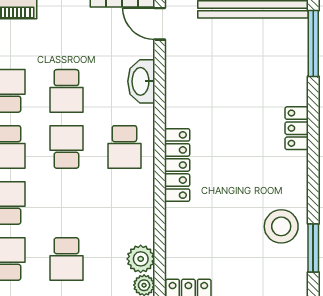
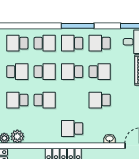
washbasin: (141, 81) -> (109, 139), width x0.52, depth x0.69
school desk: (66, 147) -> (45, 100), moved

